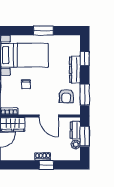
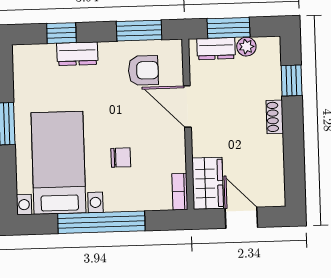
dresser: (75, 70) -> (77, 54), width x0.70
door: (49, 116) -> (187, 107), swing flipped
window: (46, 165) -> (292, 80), moved

